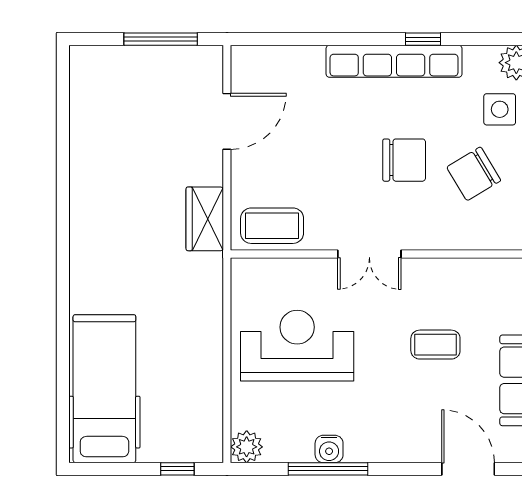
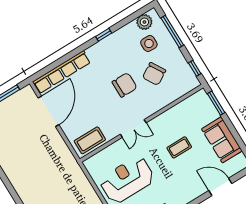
row of seats: (394, 61) -> (62, 72), moved
door: (227, 121) -> (49, 111), width x1.36
wardrobe: (205, 219) -> (63, 153), removed

